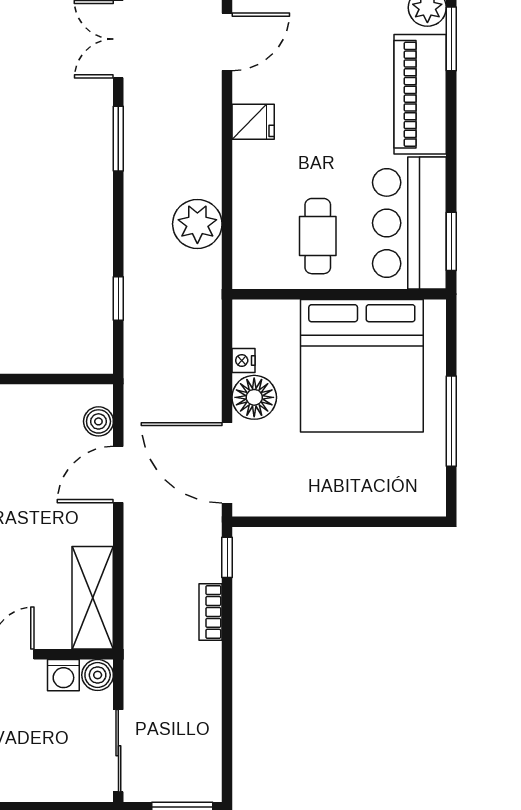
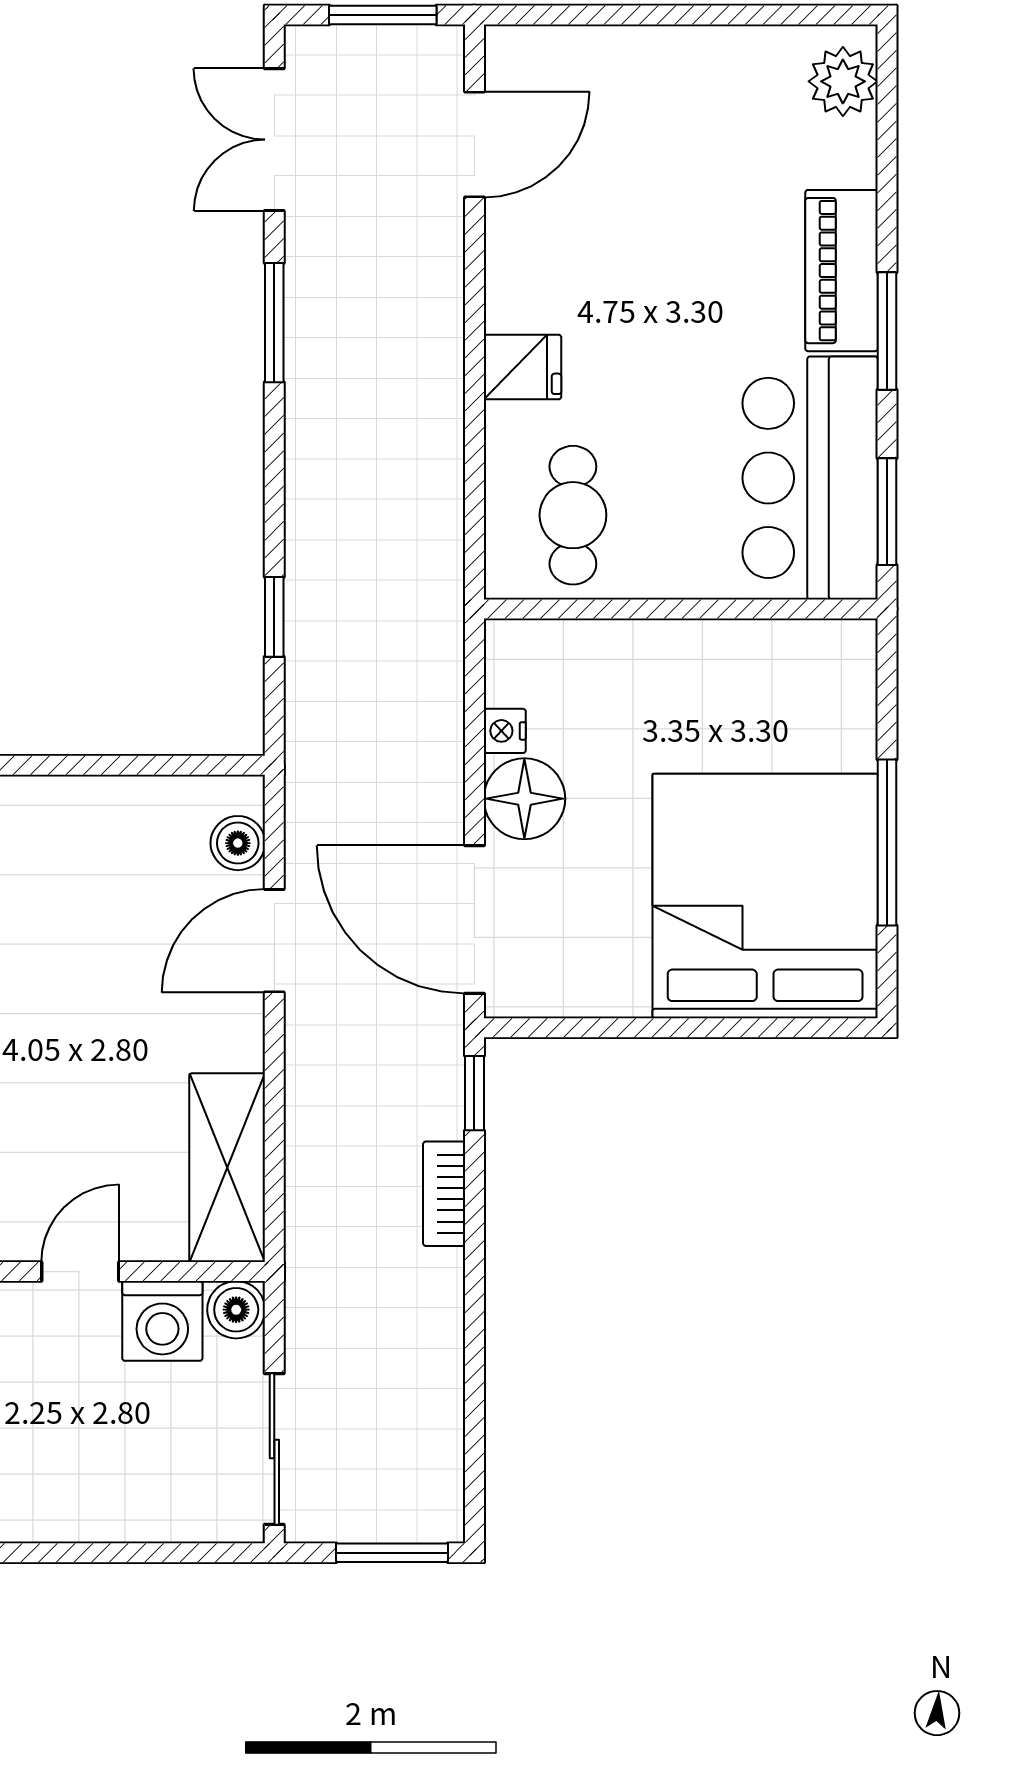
window: (451, 39) -> (887, 331), moved
piano: (420, 94) -> (842, 271), width x0.73, depth x0.75
fridge: (253, 122) -> (522, 367), moved
plant: (197, 224) -> (420, 480), removed
cafe table: (318, 236) -> (573, 515), moved
bed: (362, 366) -> (765, 896), moved, turned 180
washing machine: (63, 675) -> (162, 1321), width x1.38, depth x1.38

